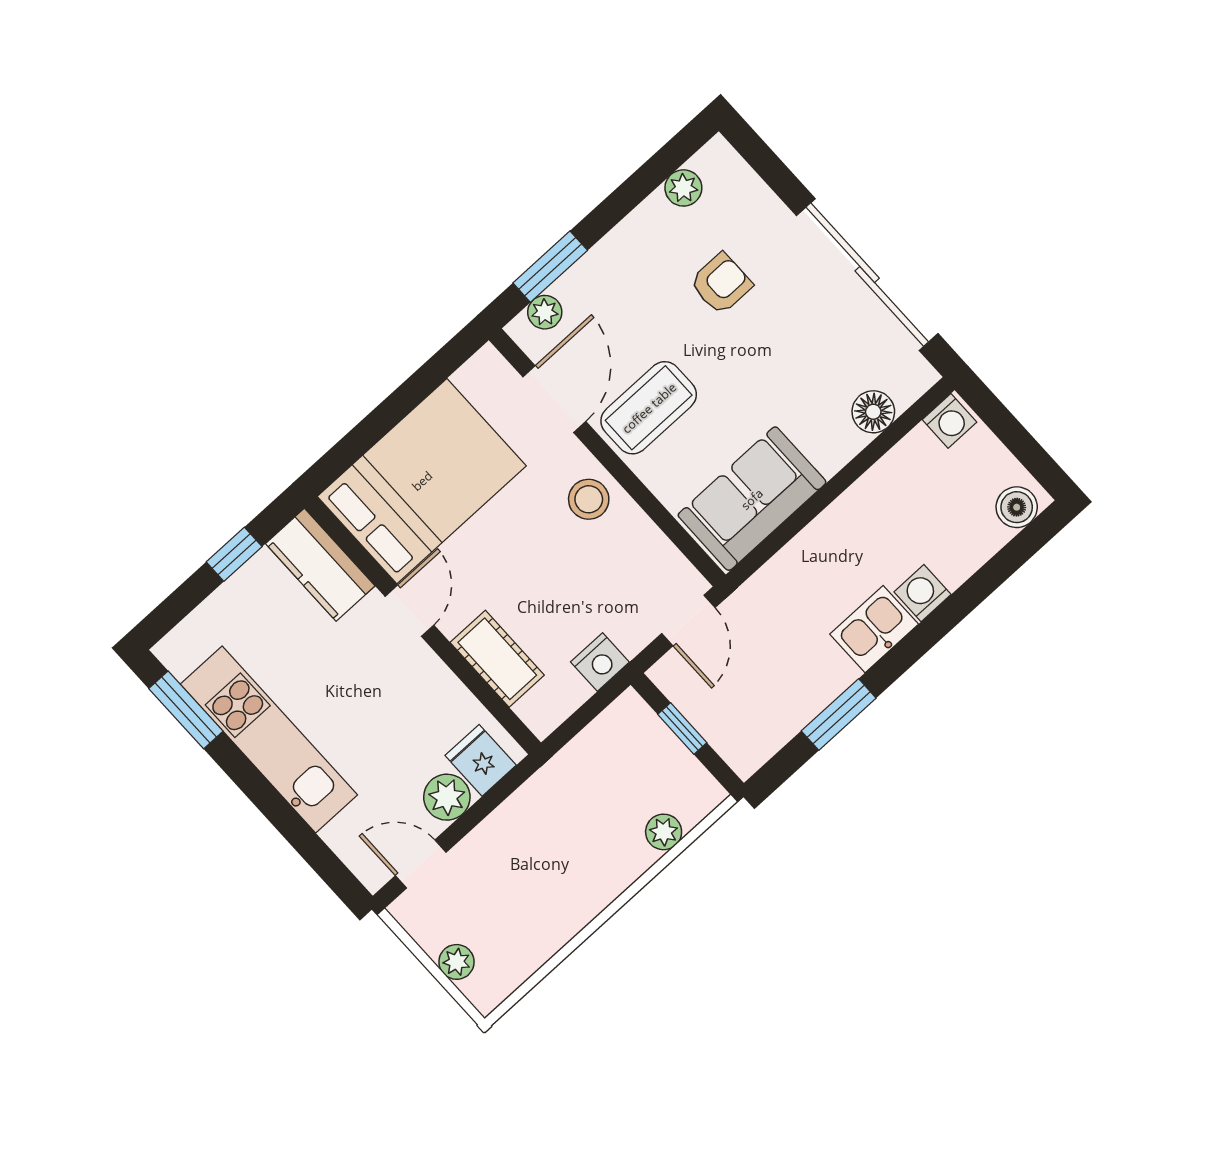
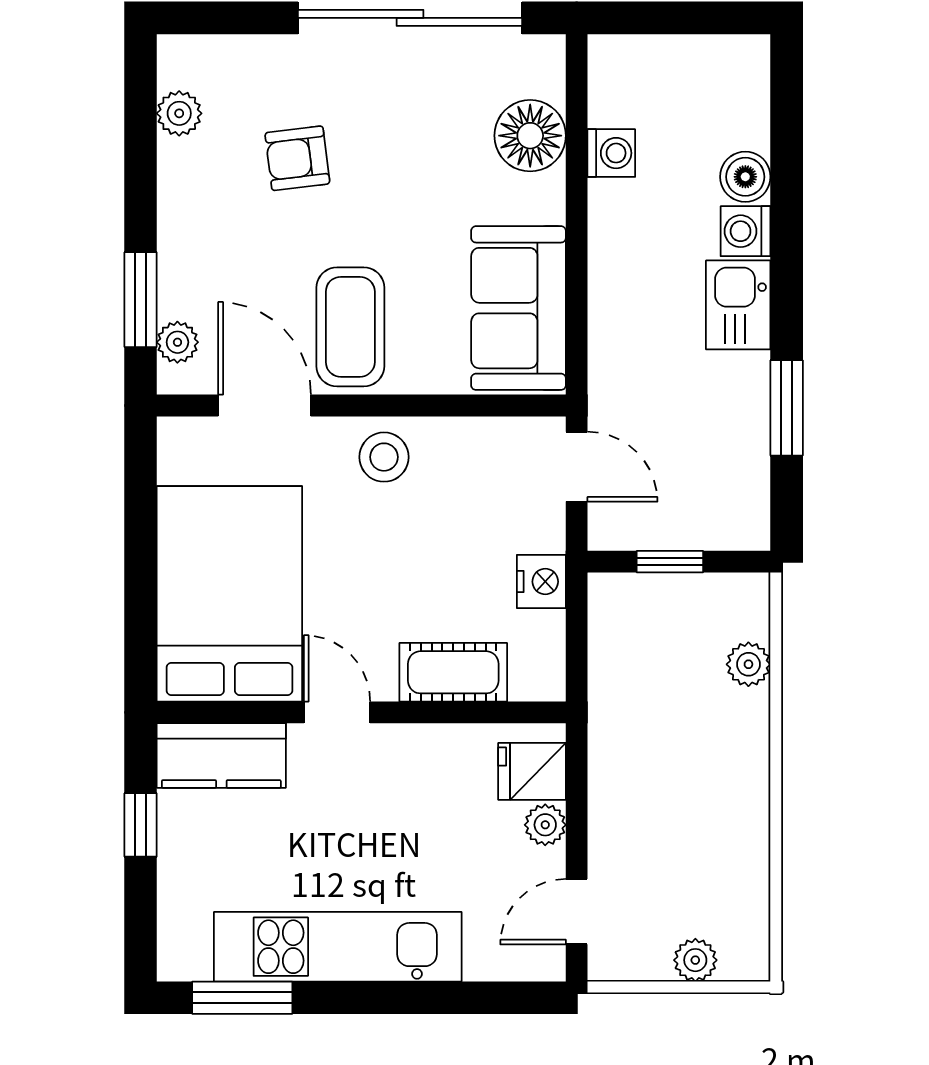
armchair: (721, 284) -> (297, 158), turned -97
floor lamp: (873, 412) -> (530, 136), width x1.38, depth x1.38
washing machine: (950, 421) -> (611, 153), moved
boiler: (1017, 507) -> (745, 177), moved
plant: (447, 797) -> (545, 825), width x0.73, depth x0.73

